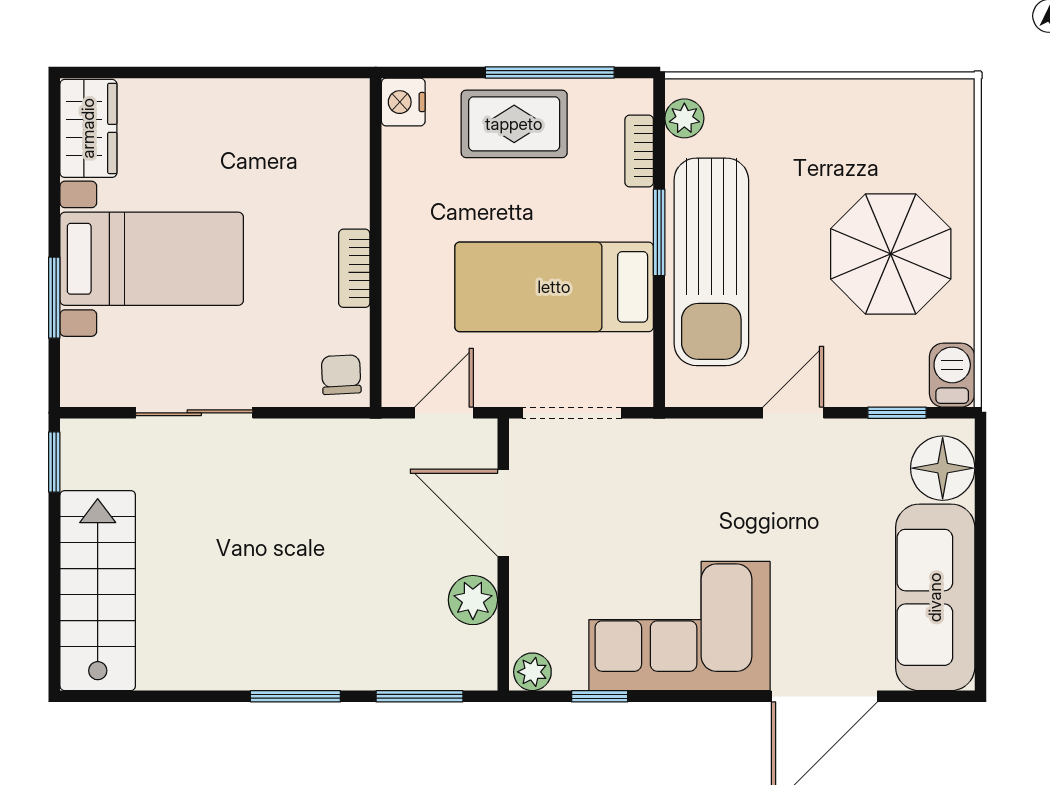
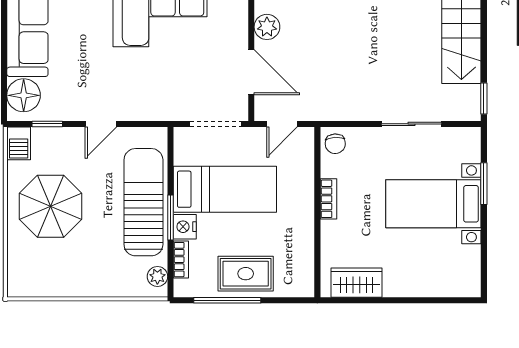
nightstand: (403, 102) -> (185, 227), moved, turned 180
wardrobe: (88, 128) -> (356, 283), moved, turned 90

